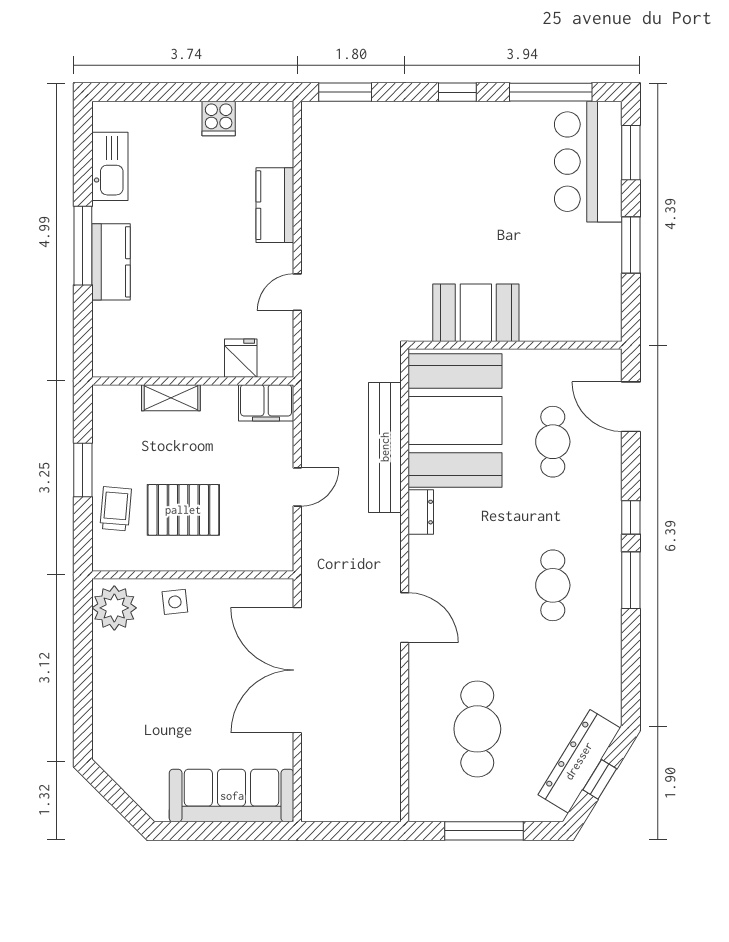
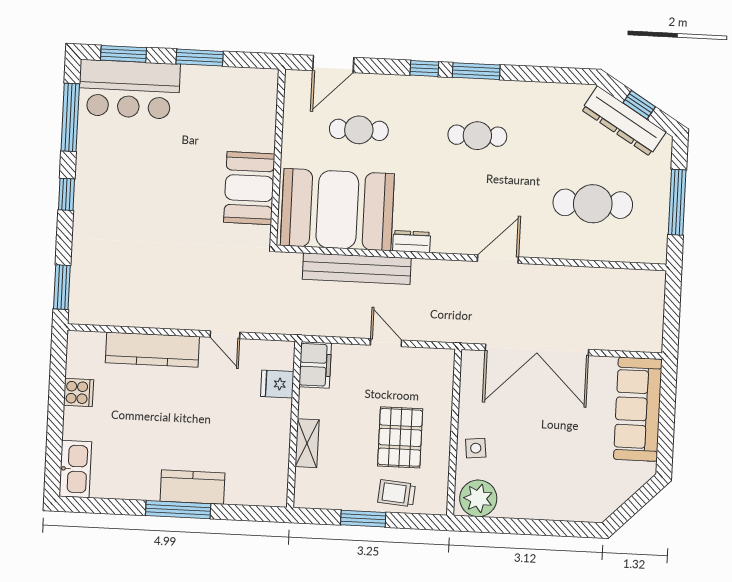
kitchen sink: (110, 166) -> (75, 469), moved, turned 90
kitchen counter: (275, 205) -> (152, 350), width x1.50

